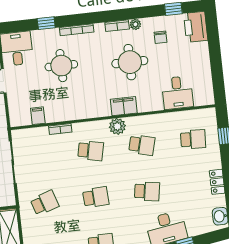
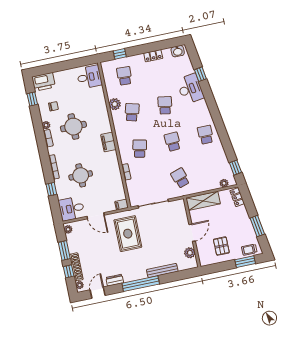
desk: (177, 93) -> (89, 77), moved
filing cabinet: (124, 106) -> (108, 142), moved
filing cabinet: (38, 116) -> (122, 205), moved
plant: (117, 126) -> (115, 104), moved

